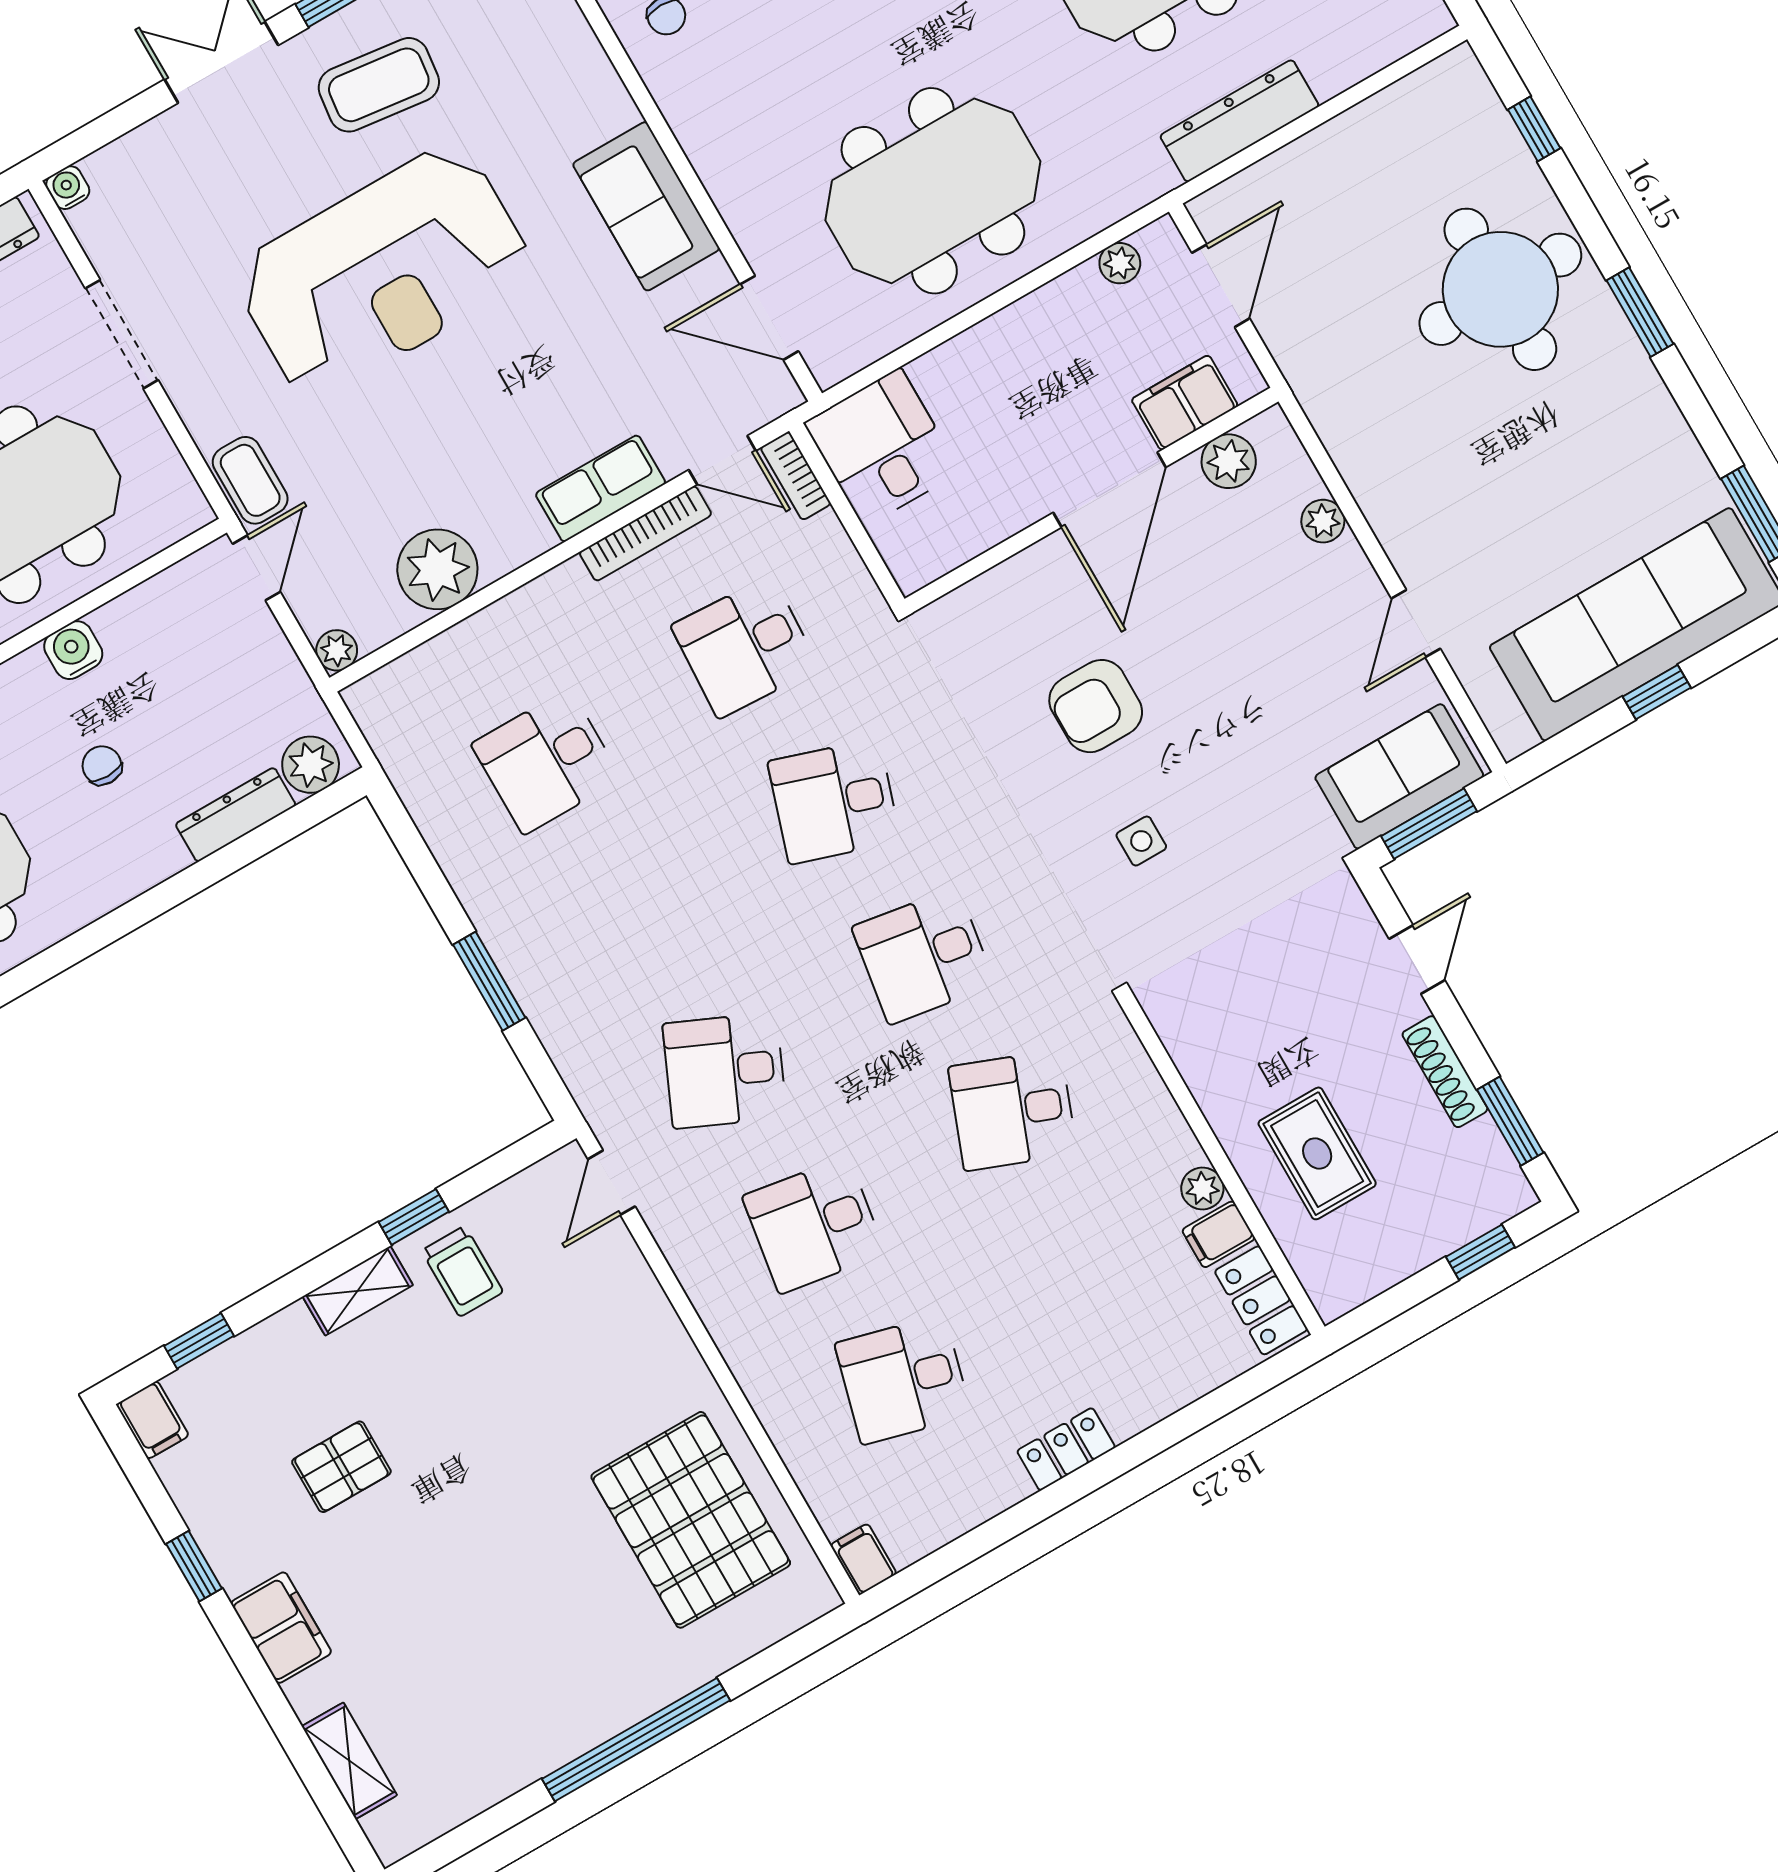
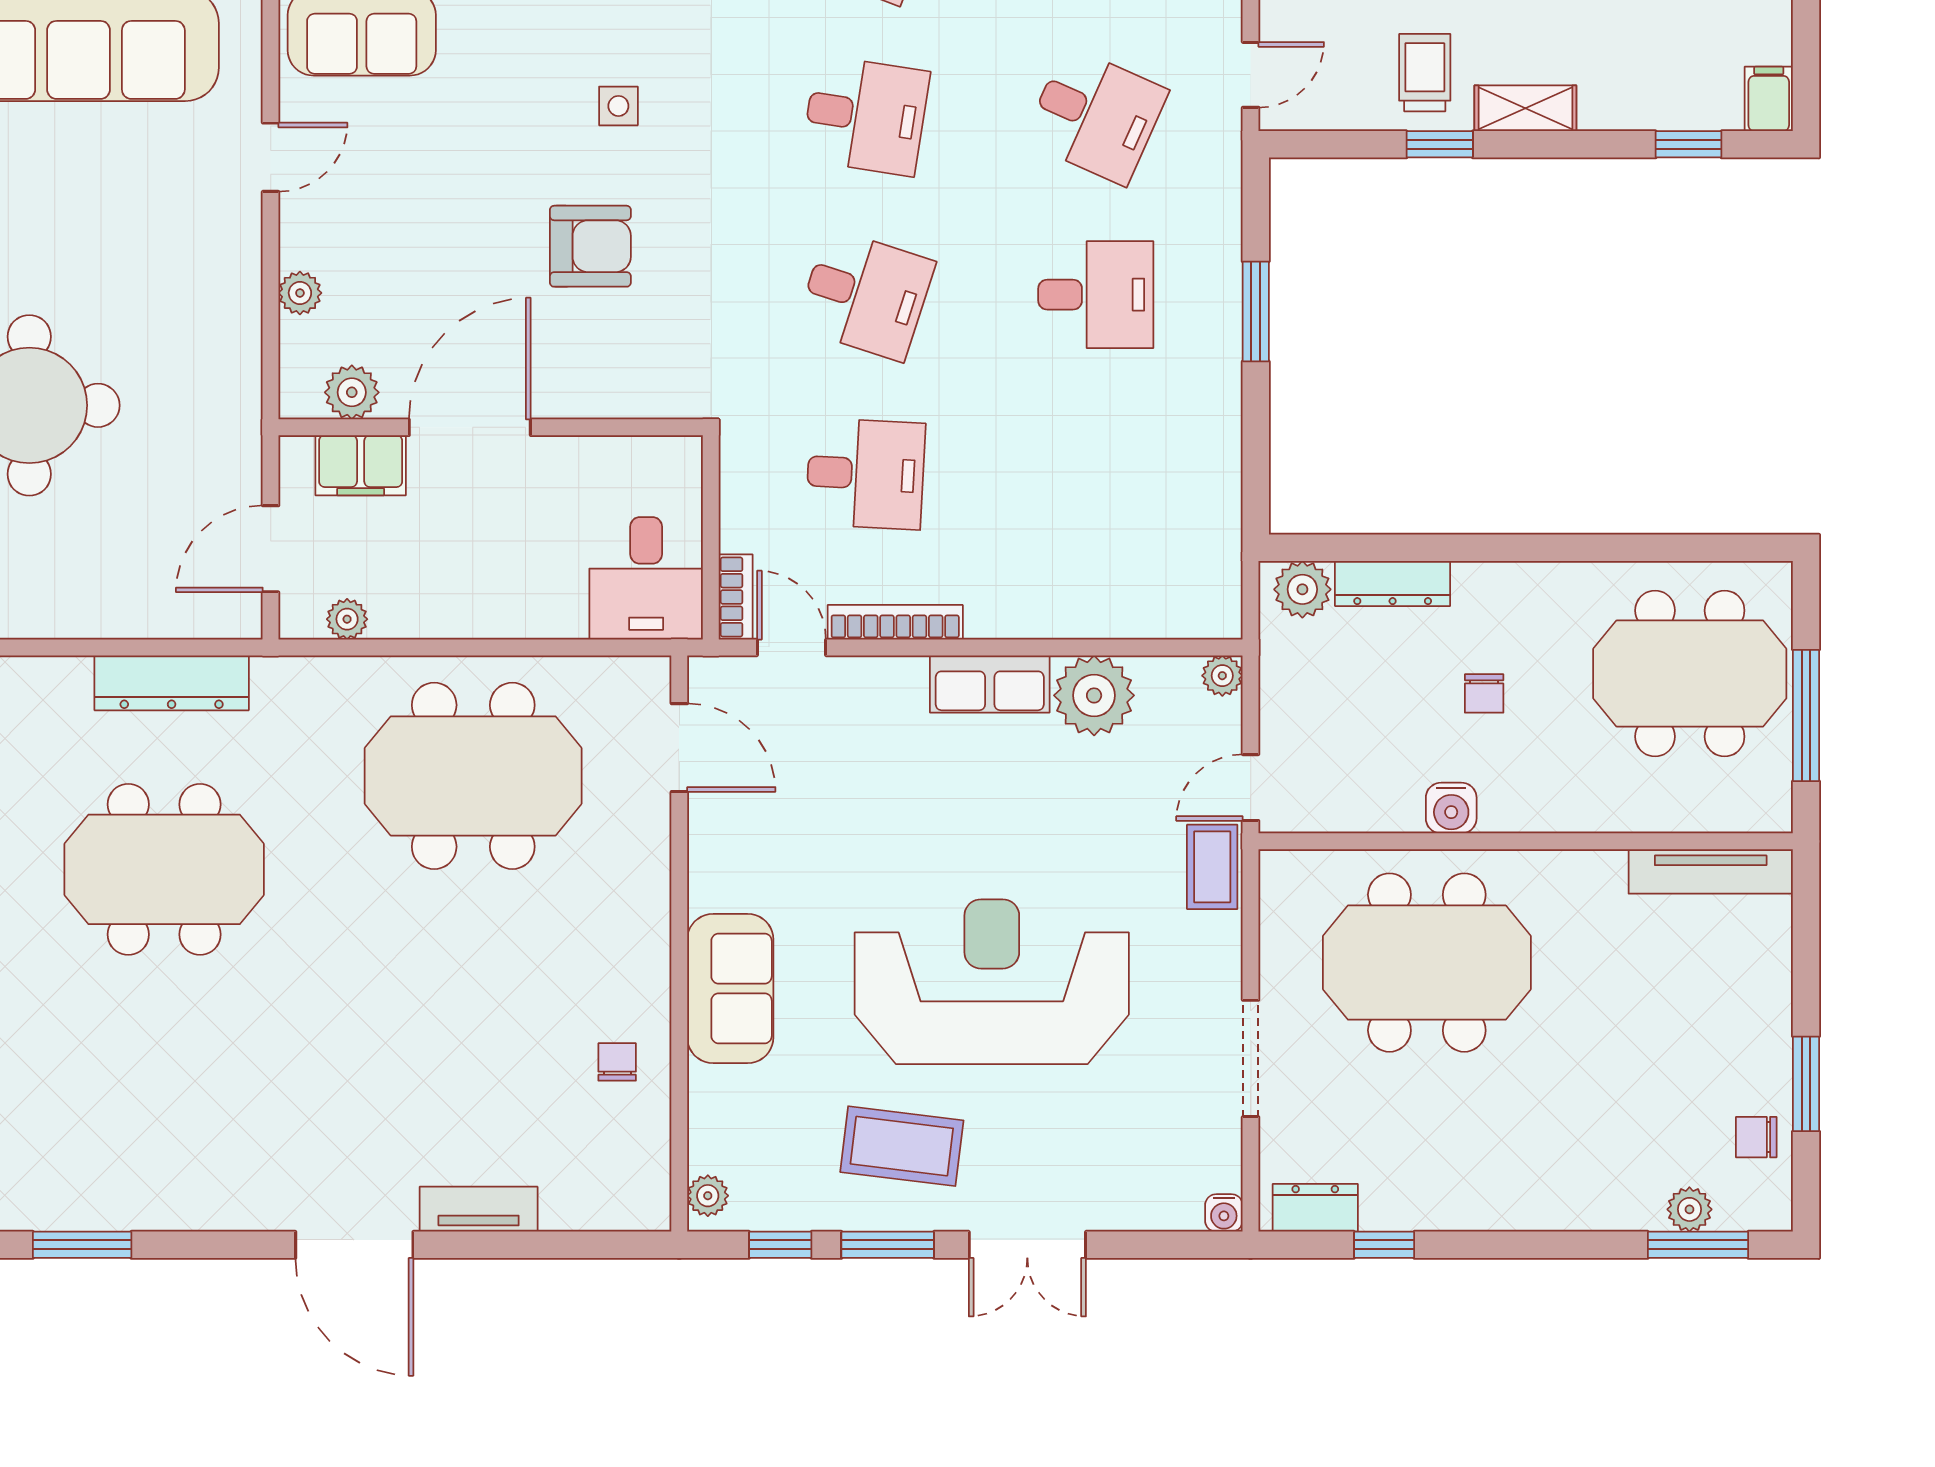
sofa: (646, 206) -> (730, 988), moved
row of seats: (601, 488) -> (990, 684), moved
desk: (546, 761) -> (1096, 295), moved

